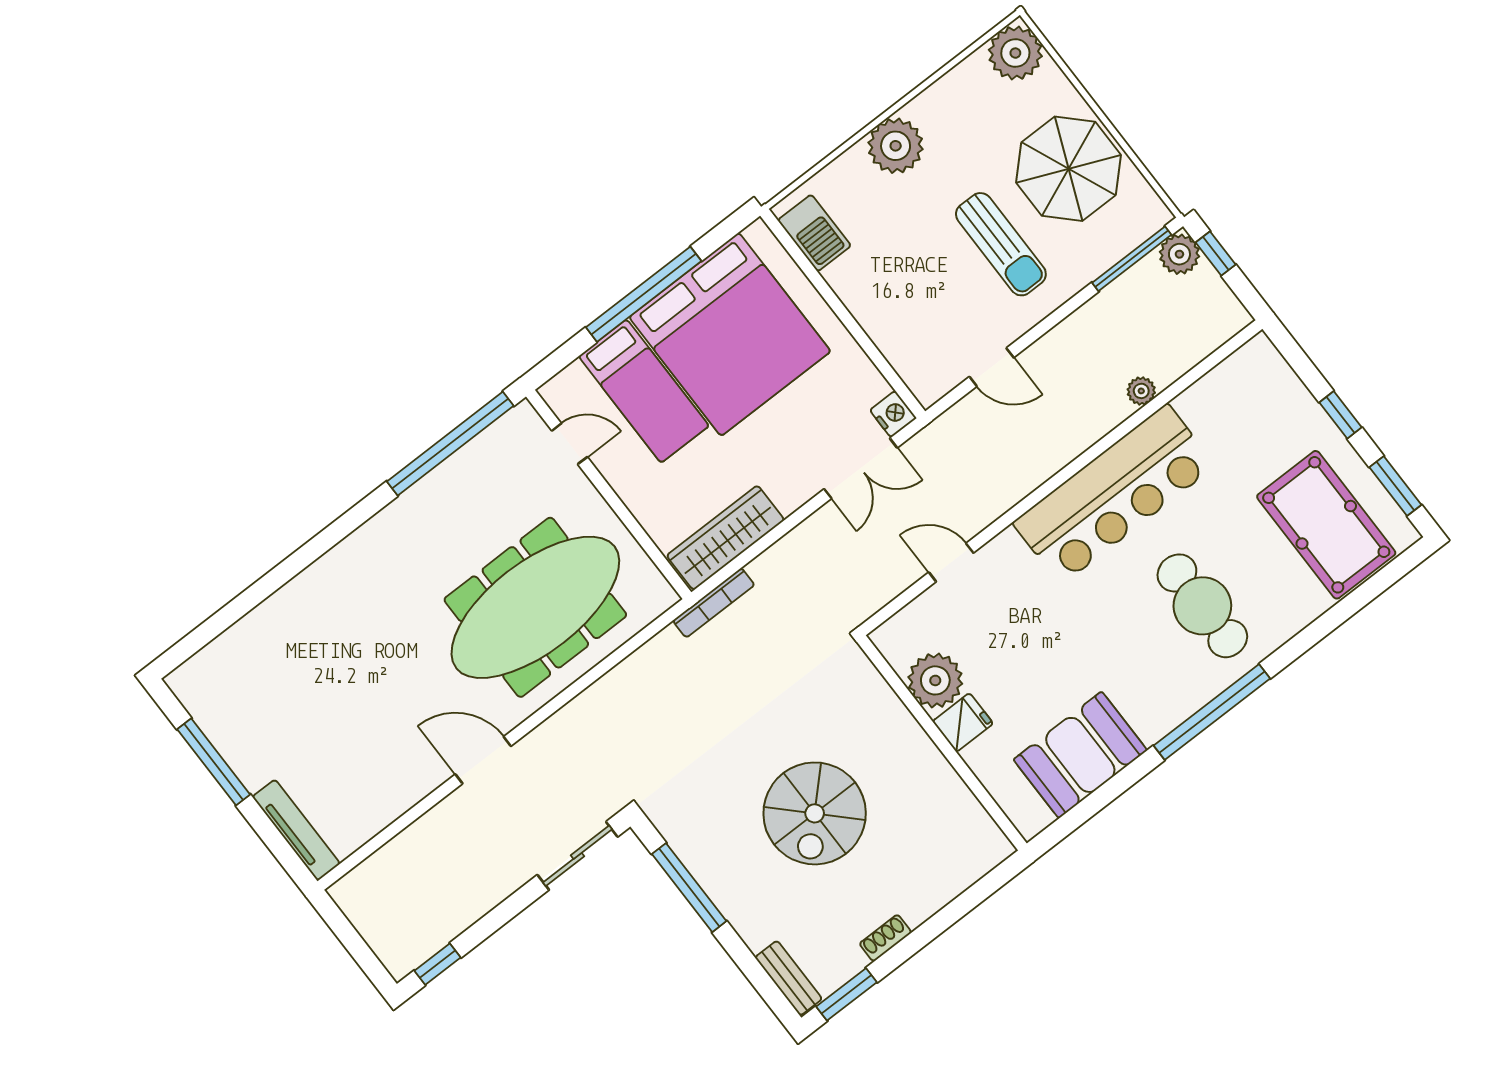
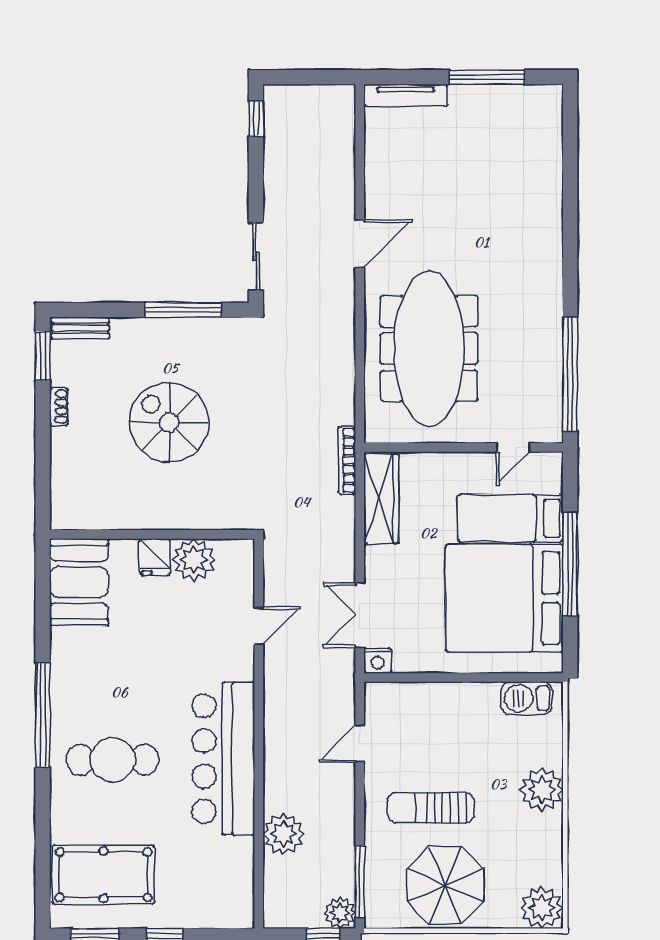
plant: (1141, 391) -> (283, 834), width x1.88, depth x1.88
booth: (1080, 755) -> (79, 582), moved

